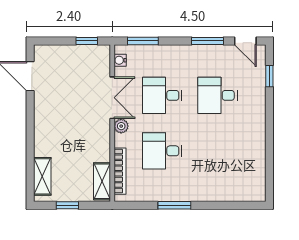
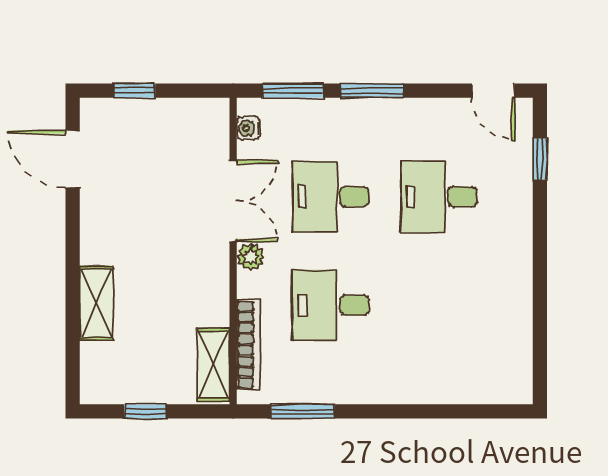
window: (87, 41) -> (134, 91), moved
window: (208, 41) -> (372, 91), moved
shelving: (42, 176) -> (96, 303), moved
window: (174, 205) -> (302, 411), moved

